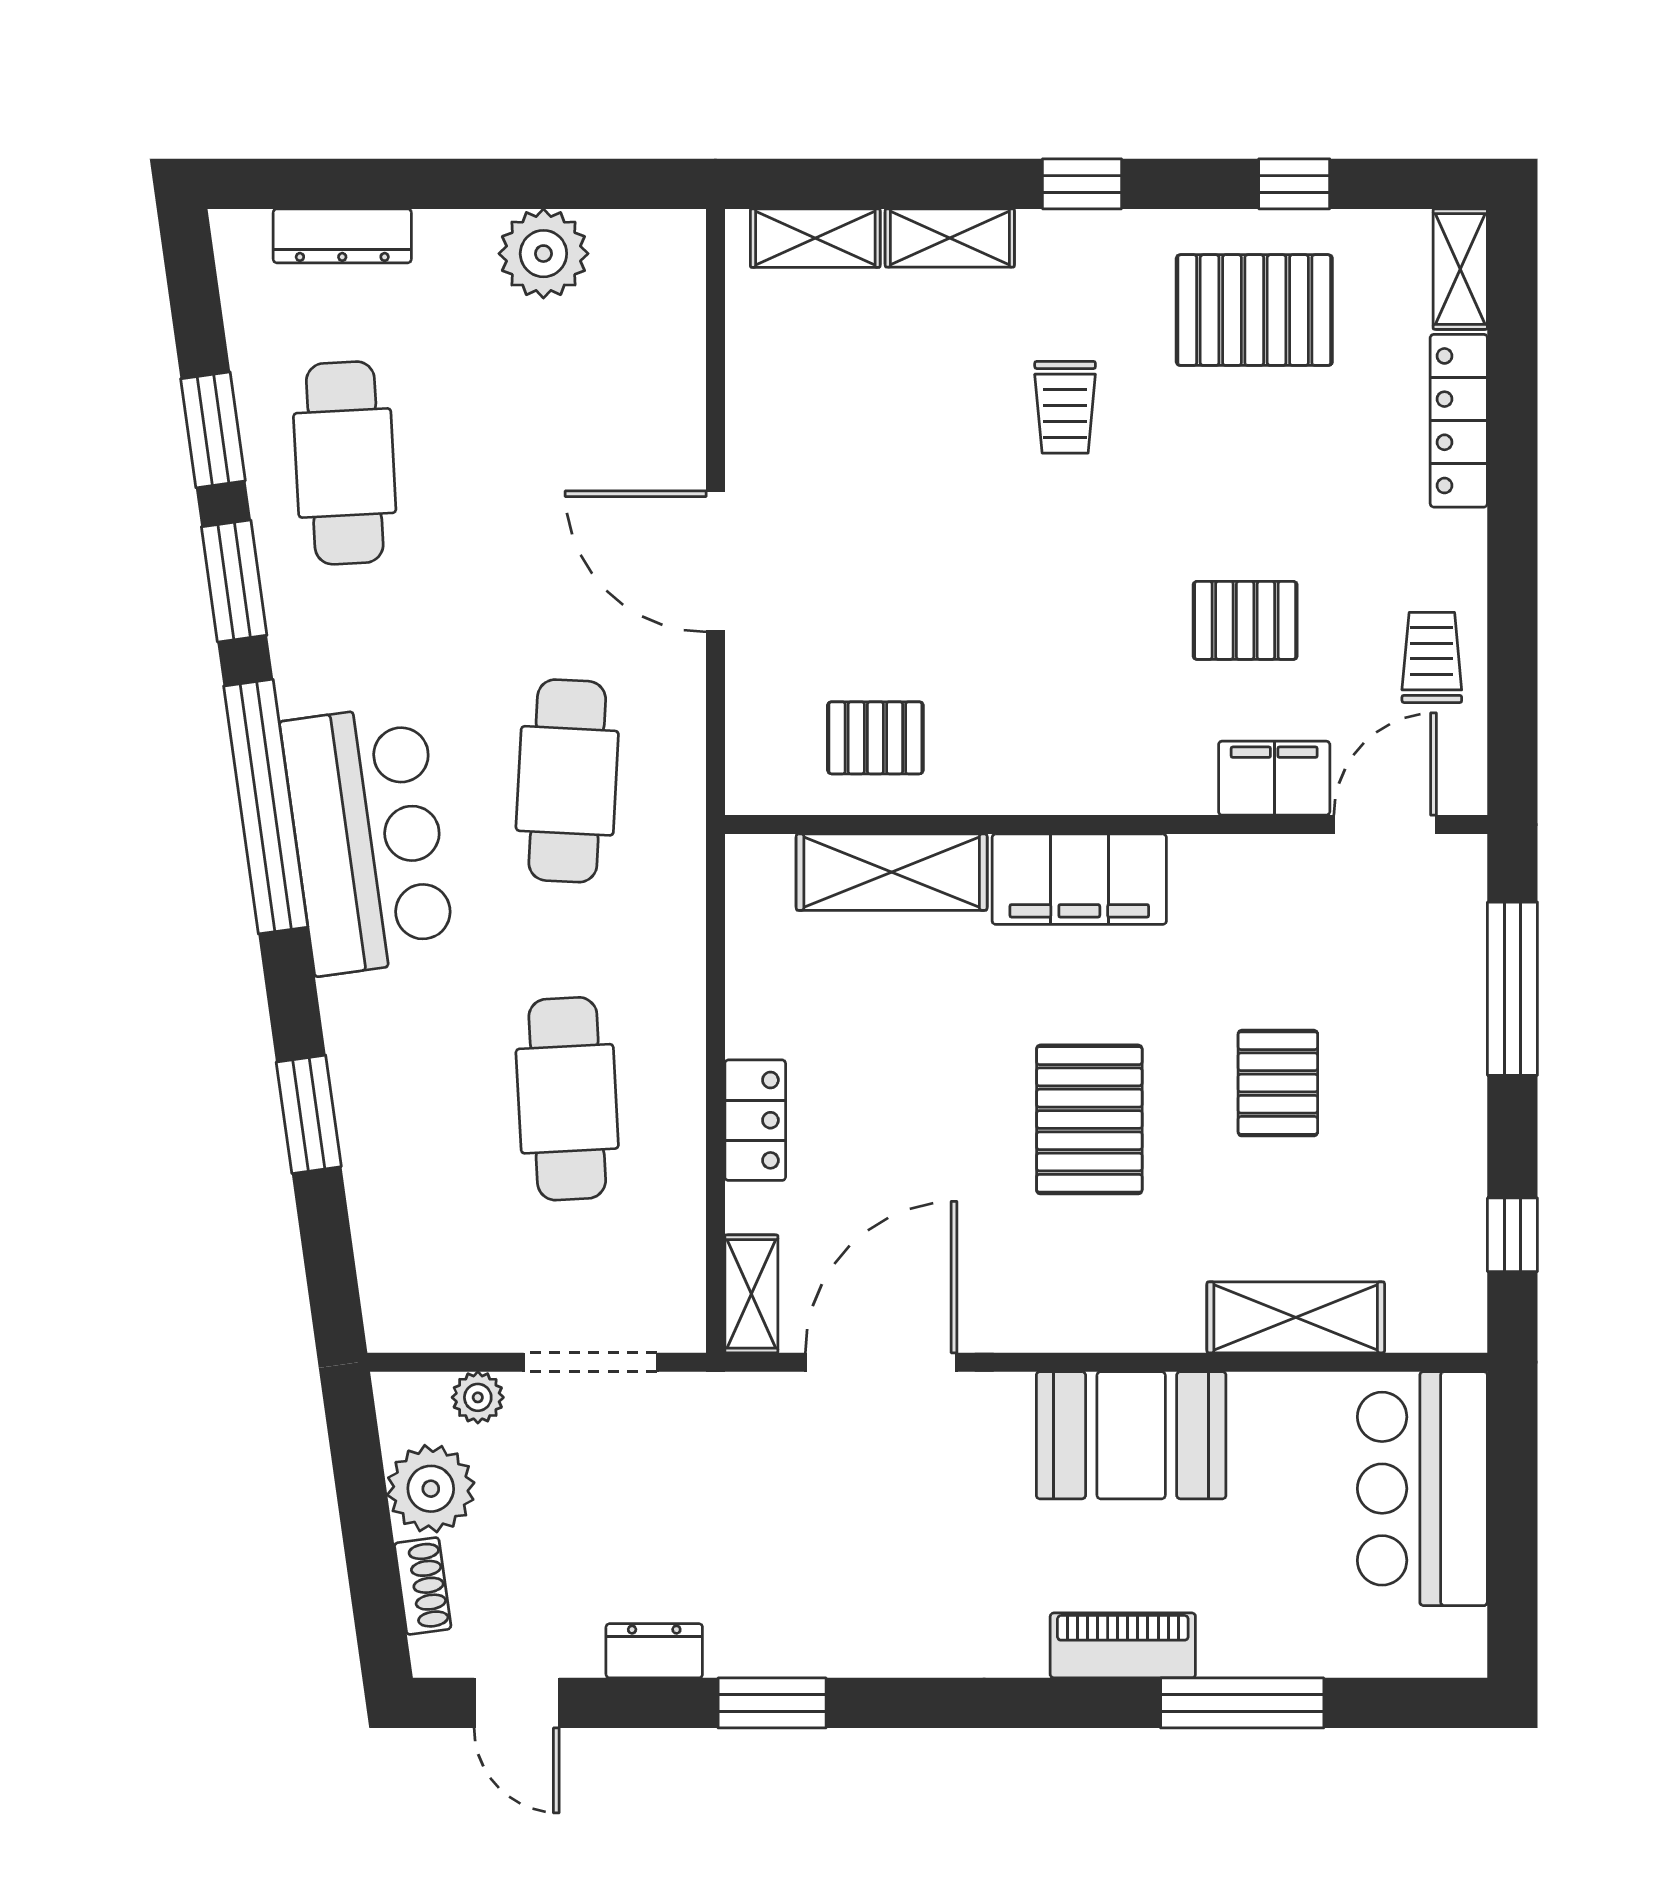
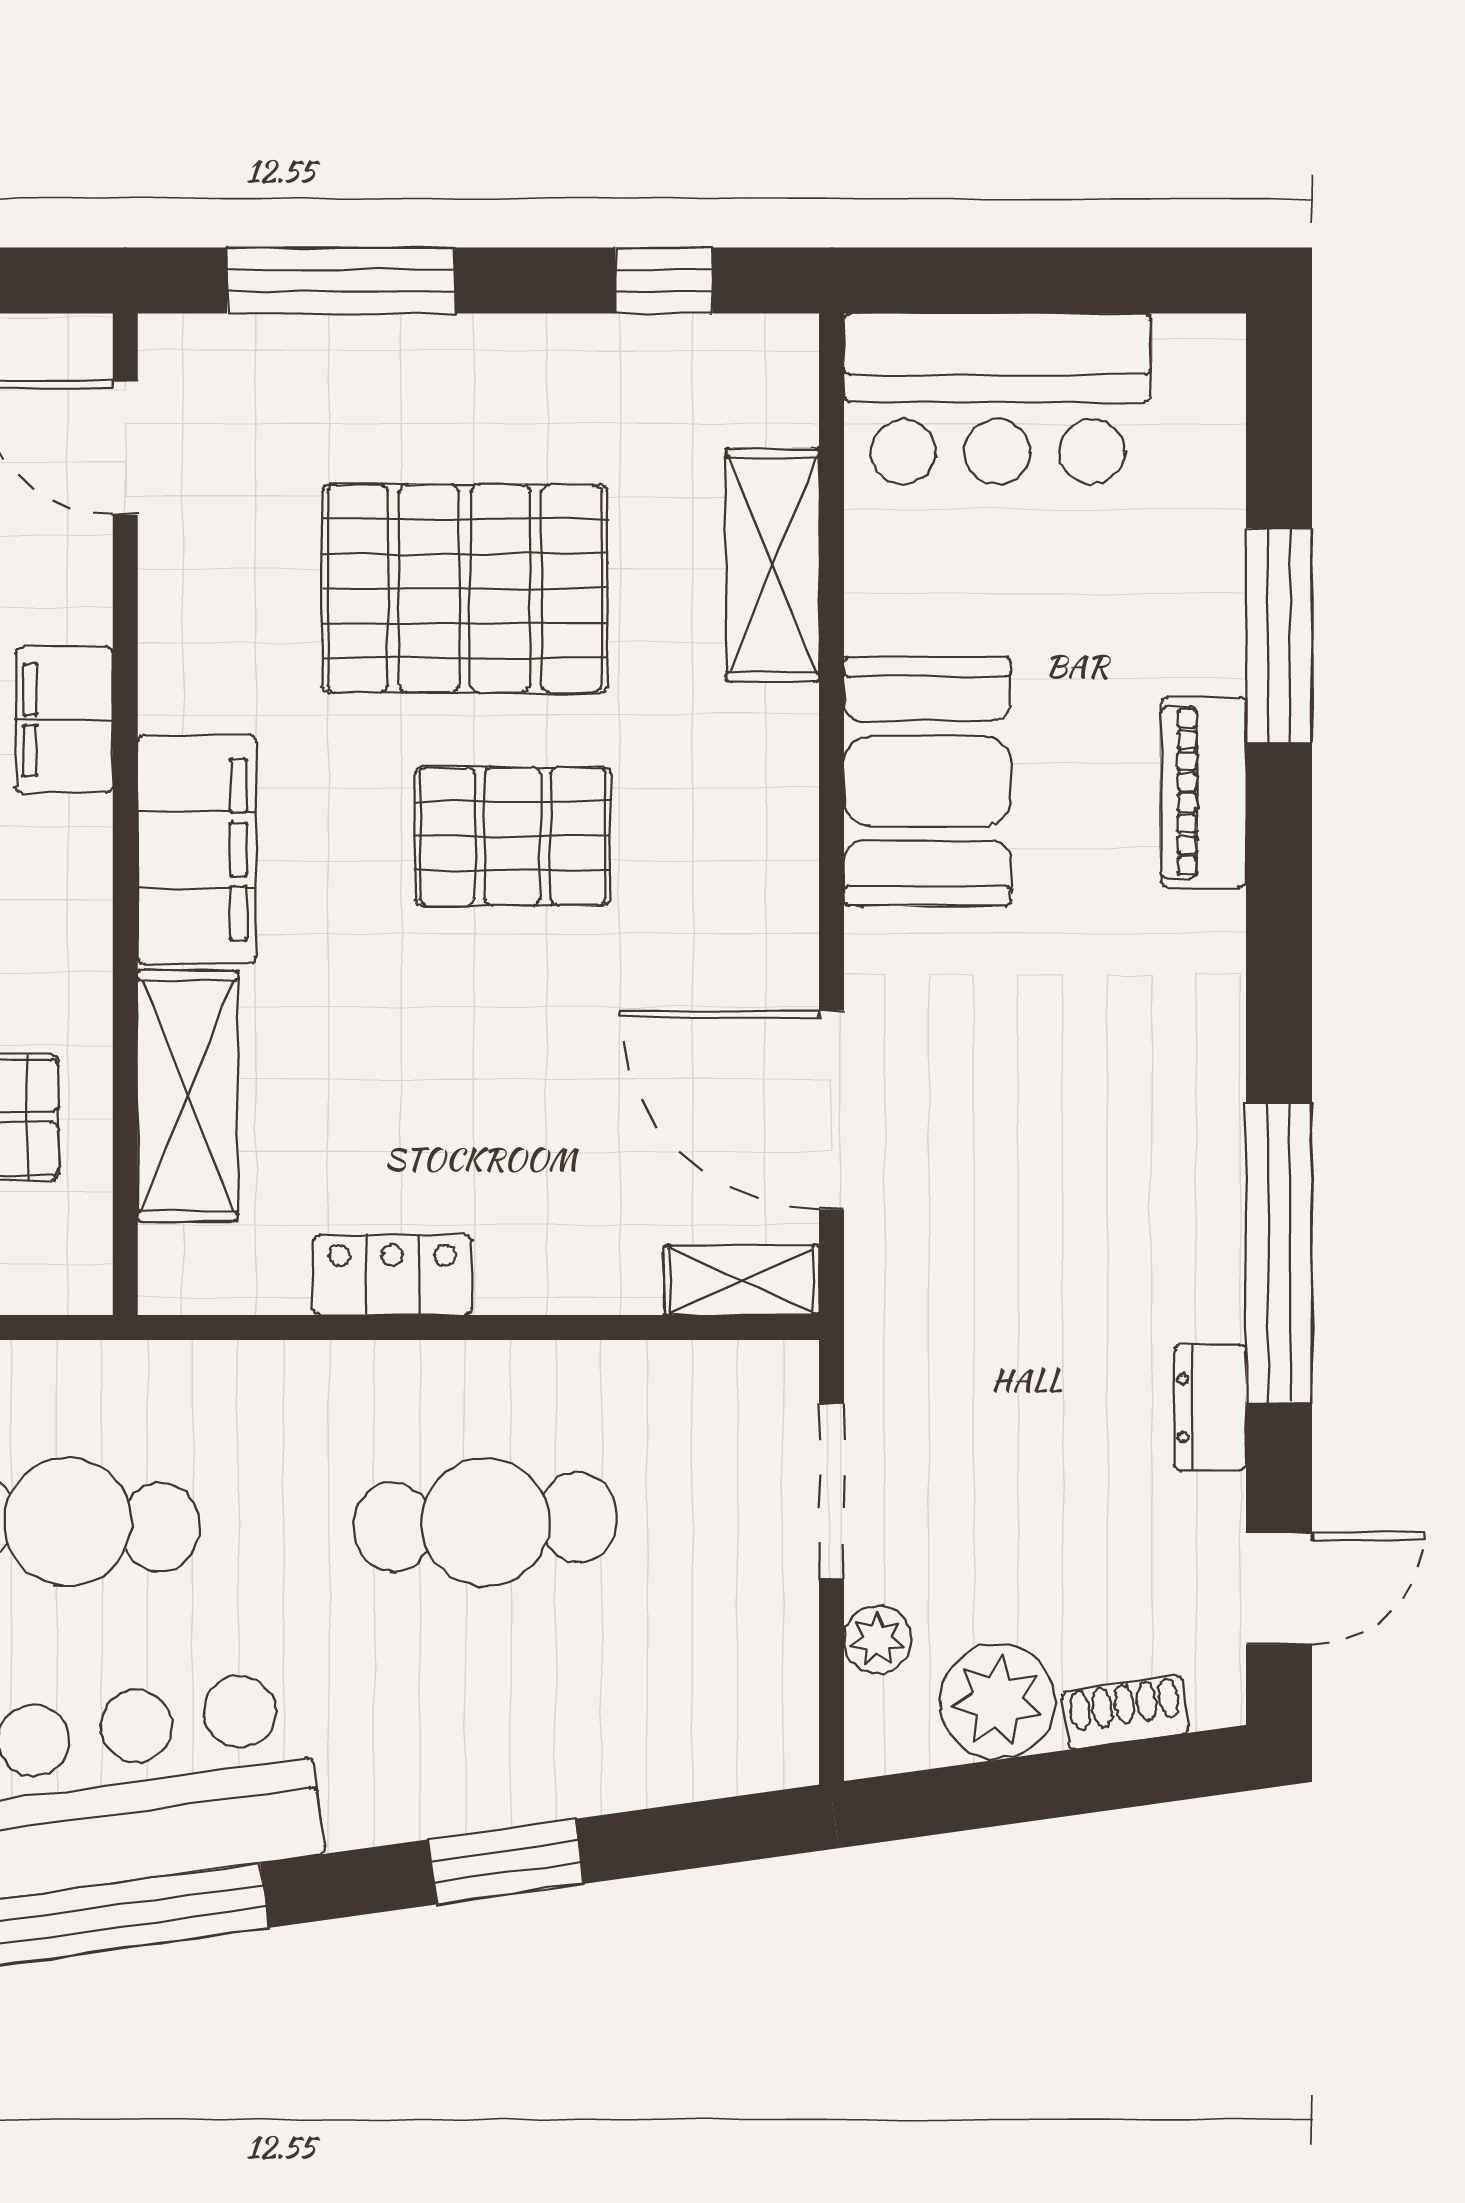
filing cabinet: (1274, 778) -> (64, 720), moved
pallet: (1278, 1083) -> (465, 589), width x2.05, depth x2.00
locker: (755, 1120) -> (392, 1275), moved
window: (772, 1703) -> (1279, 1253), width x2.11

